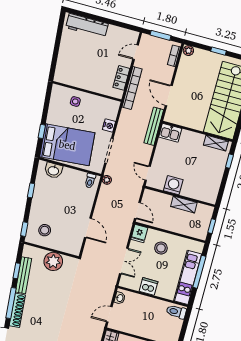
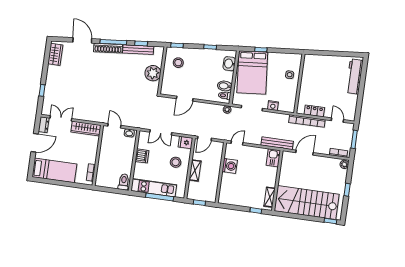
bidet: (79, 179) -> (225, 86), added
shelving: (184, 205) -> (195, 171), moved

